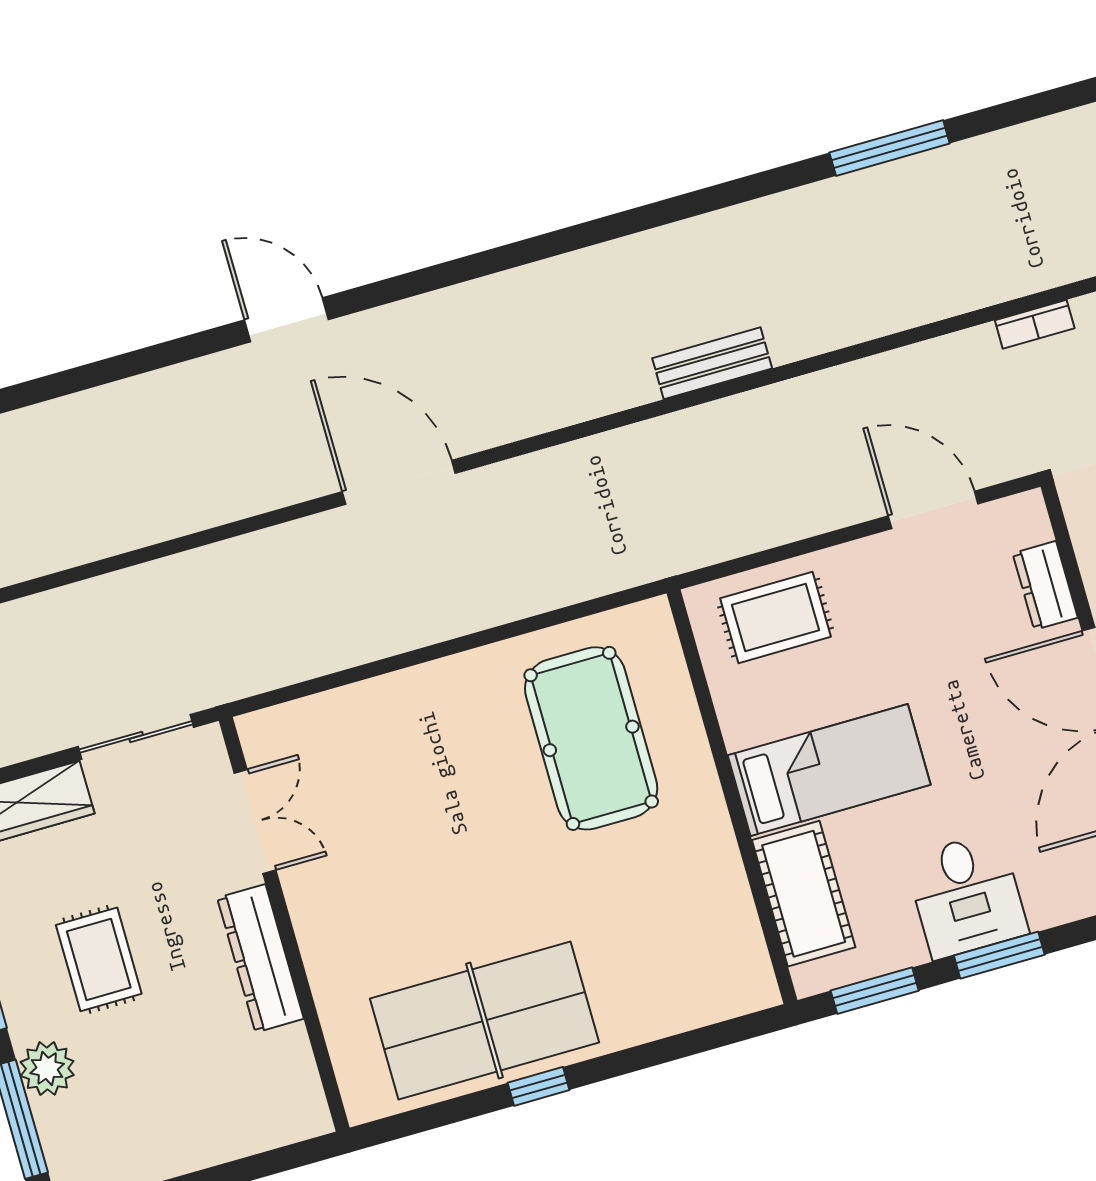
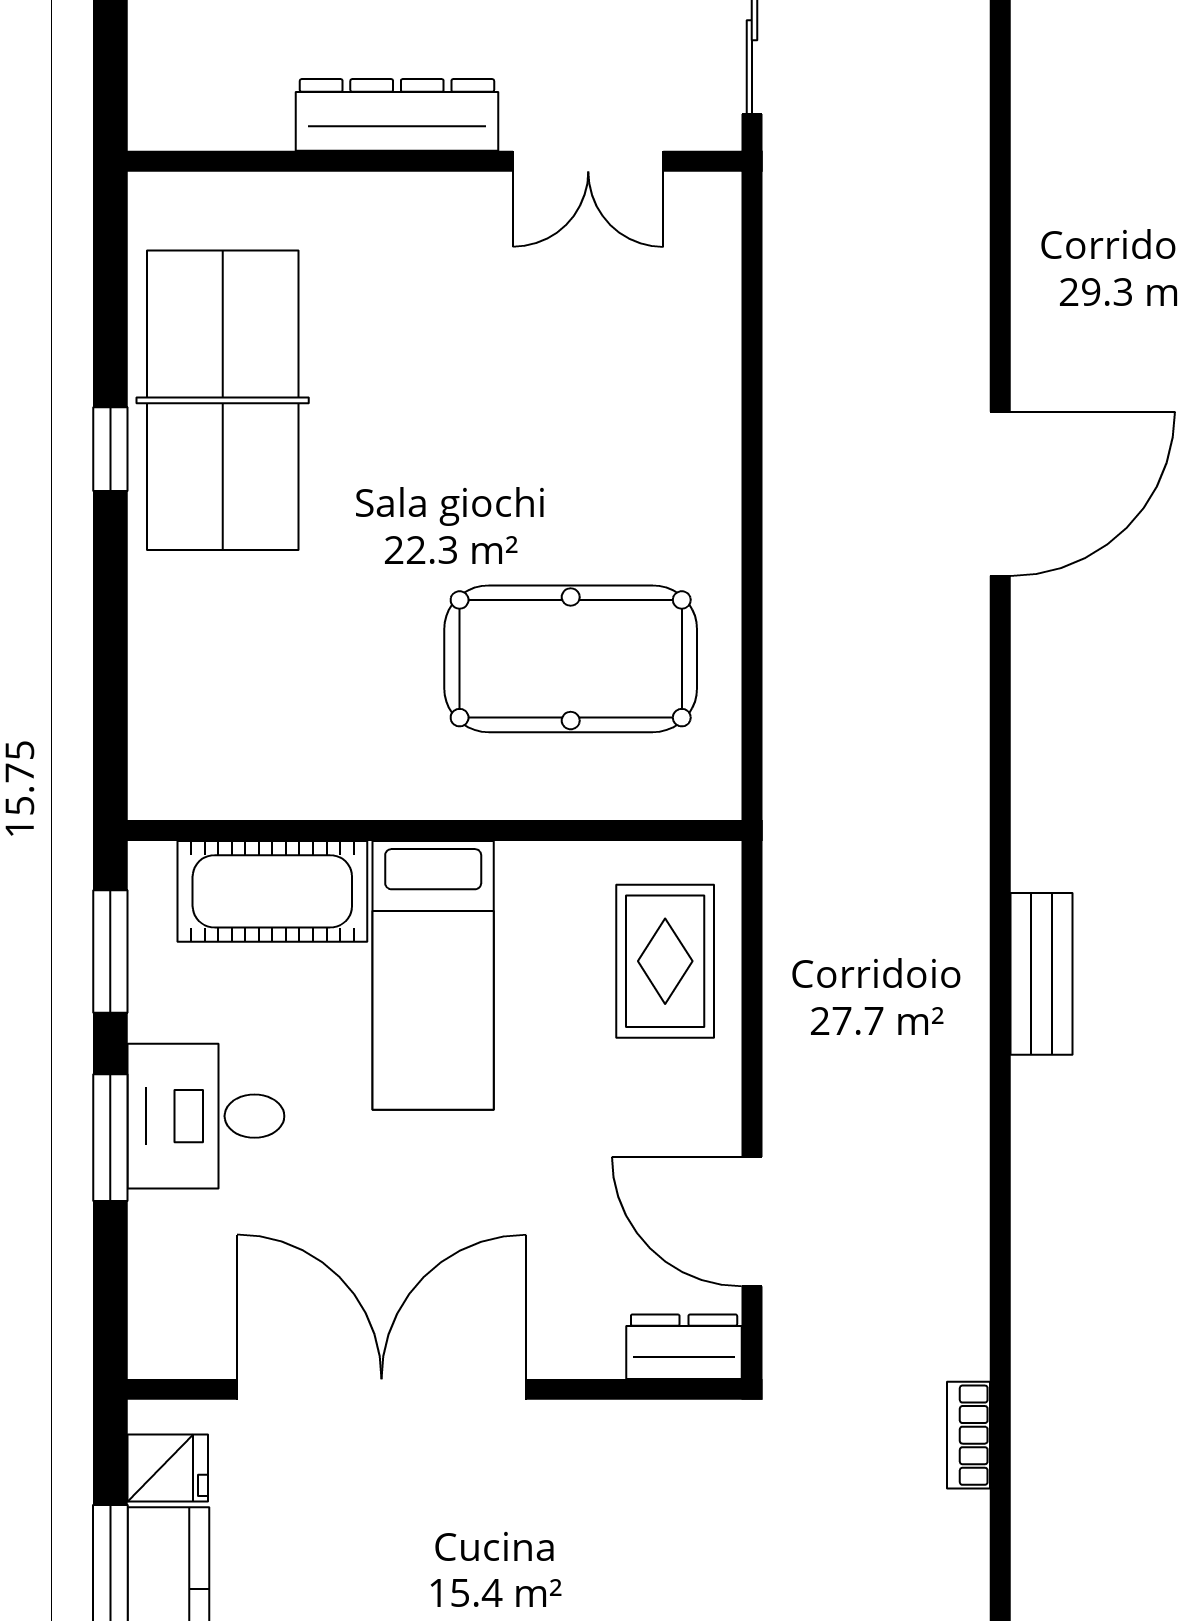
door: (933, 510) -> (752, 1222), swing flipped
dresser: (1045, 585) -> (684, 1347), moved

